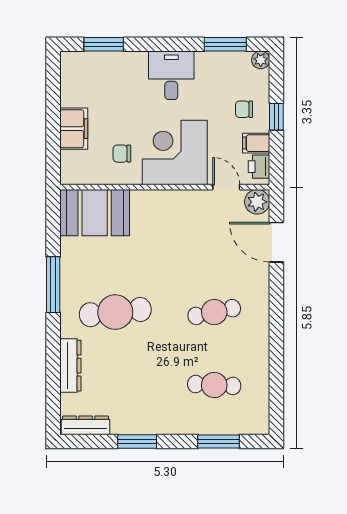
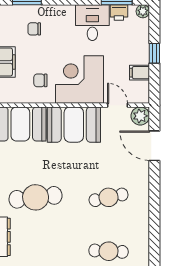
desk: (171, 75) -> (92, 23), moved
chair: (244, 109) -> (34, 29), moved
printer: (259, 167) -> (119, 12), moved, turned -90
booth: (167, 213) -> (74, 125), added

